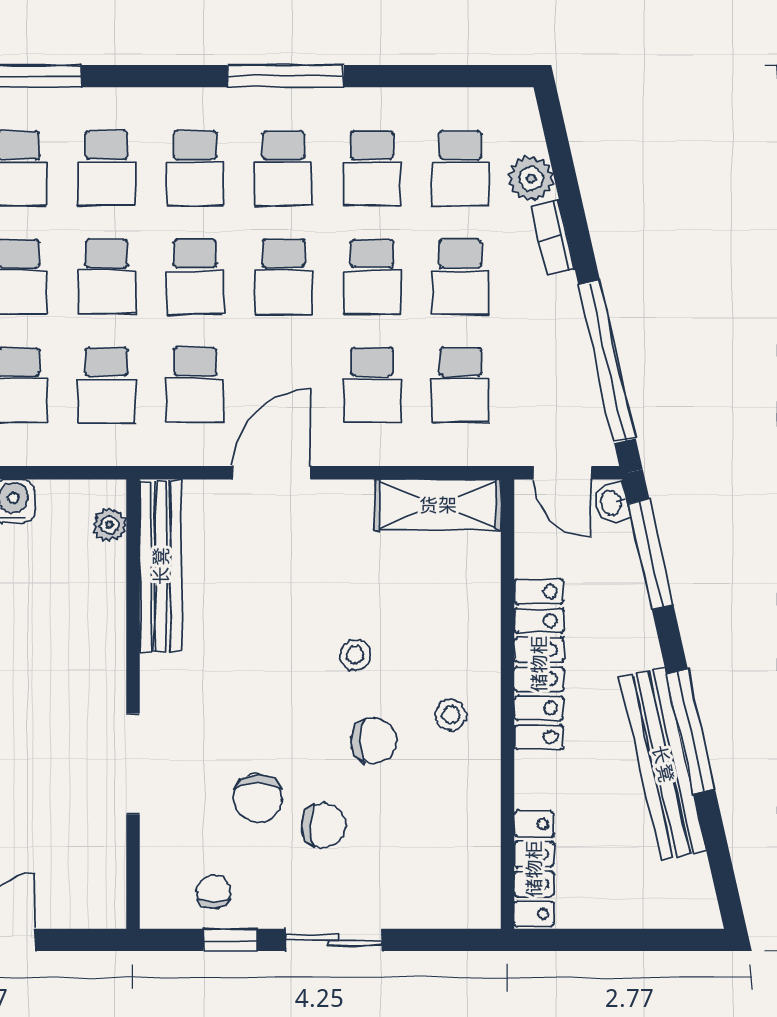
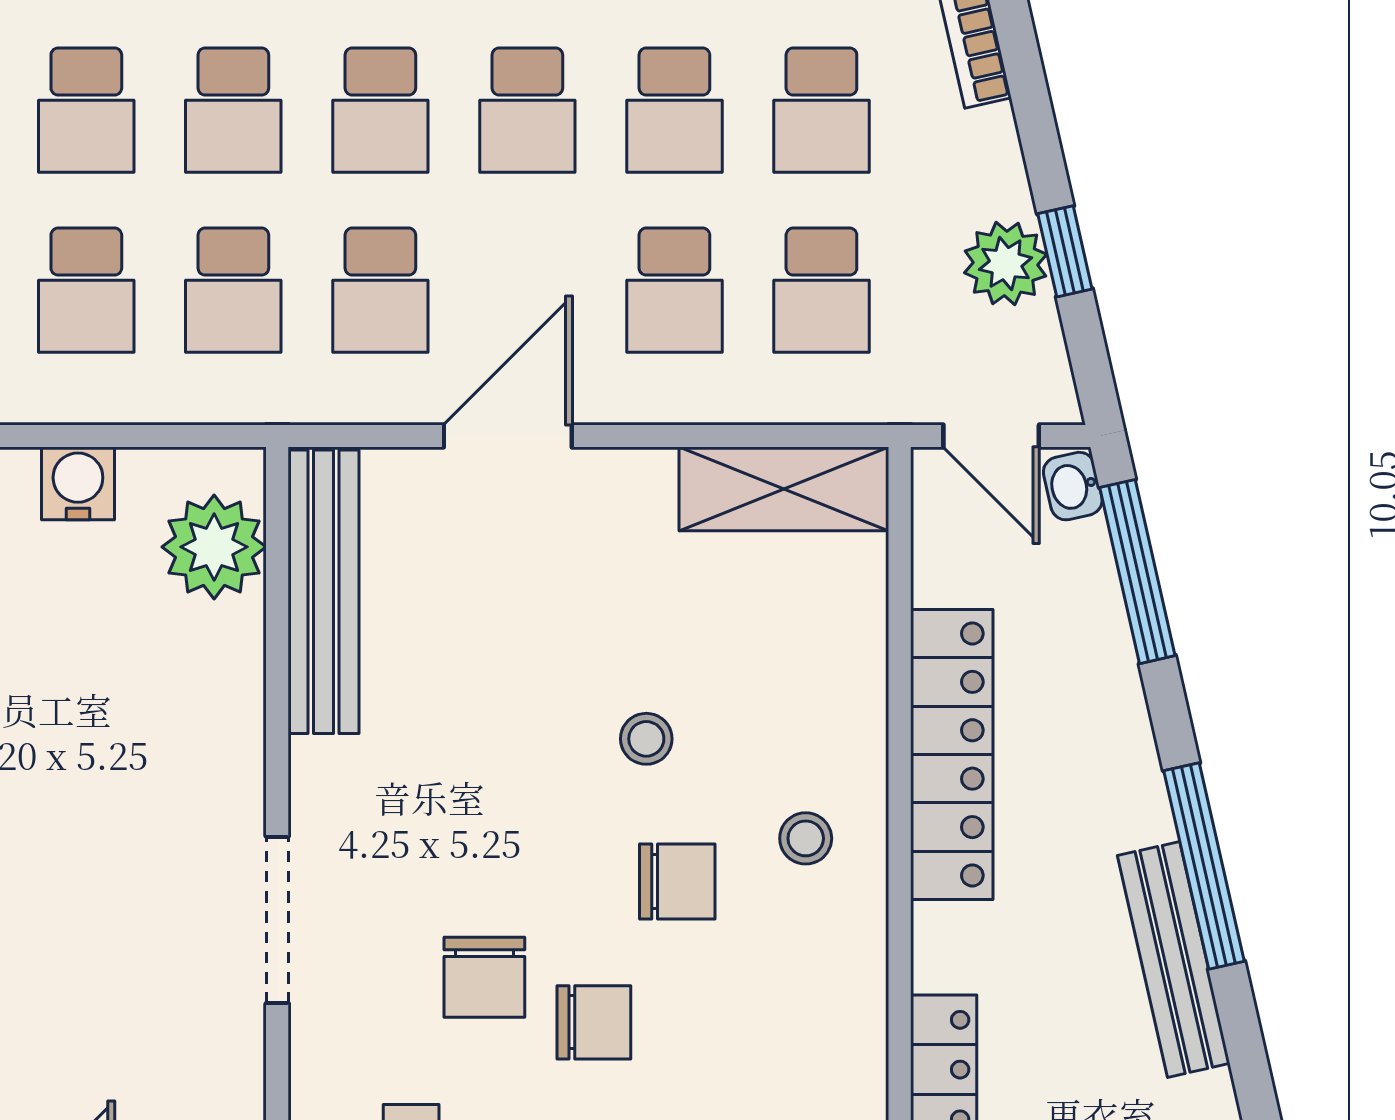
window: (607, 362) -> (1065, 251), width x0.32
plant: (571, 369) -> (1006, 264), added
plant: (110, 525) -> (214, 547), width x1.87, depth x1.87
bench: (663, 764) -> (1174, 959), width x0.73, depth x0.82

